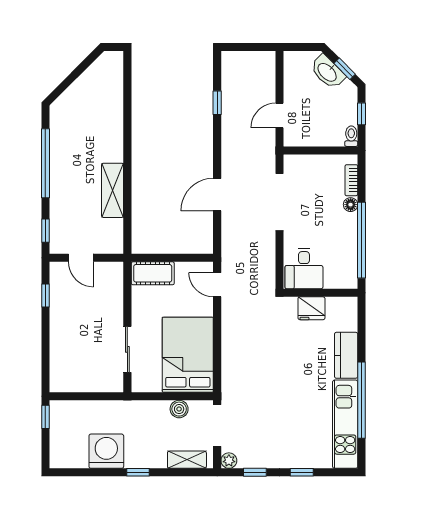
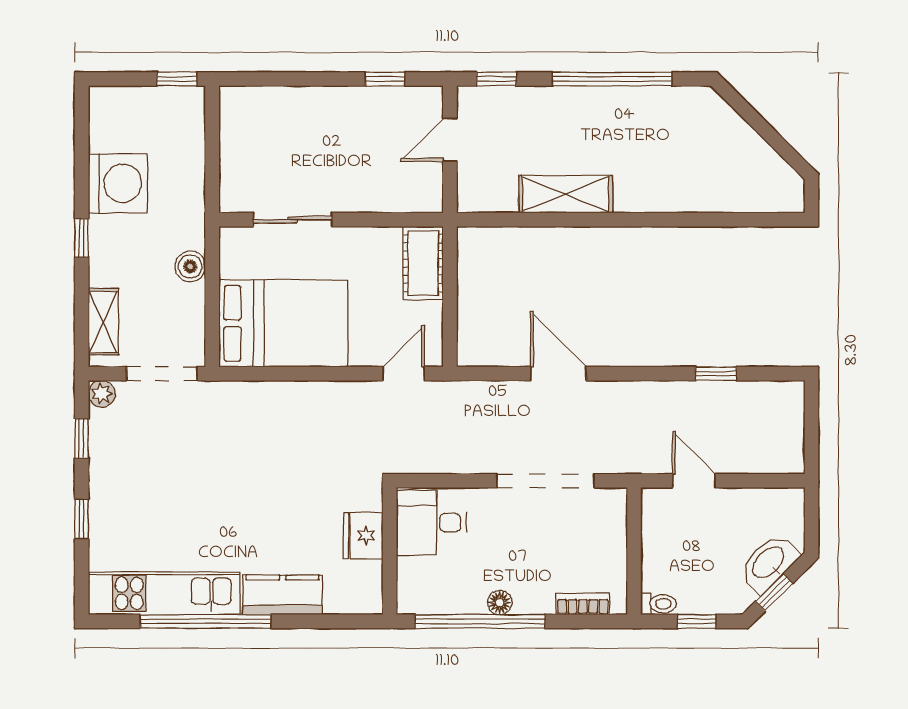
floor lamp: (351, 205) -> (500, 603), moved
boiler: (179, 409) -> (190, 266), moved

